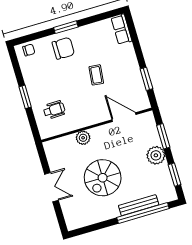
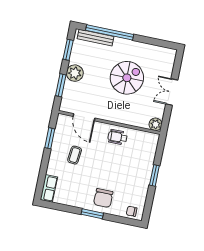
chair: (63, 48) -> (103, 198), turned -90
coffee table: (96, 75) -> (75, 155), moved
wheelchair: (54, 110) -> (118, 137), moved
plant: (83, 138) -> (156, 124), moved
bench: (139, 205) -> (95, 38), moved

